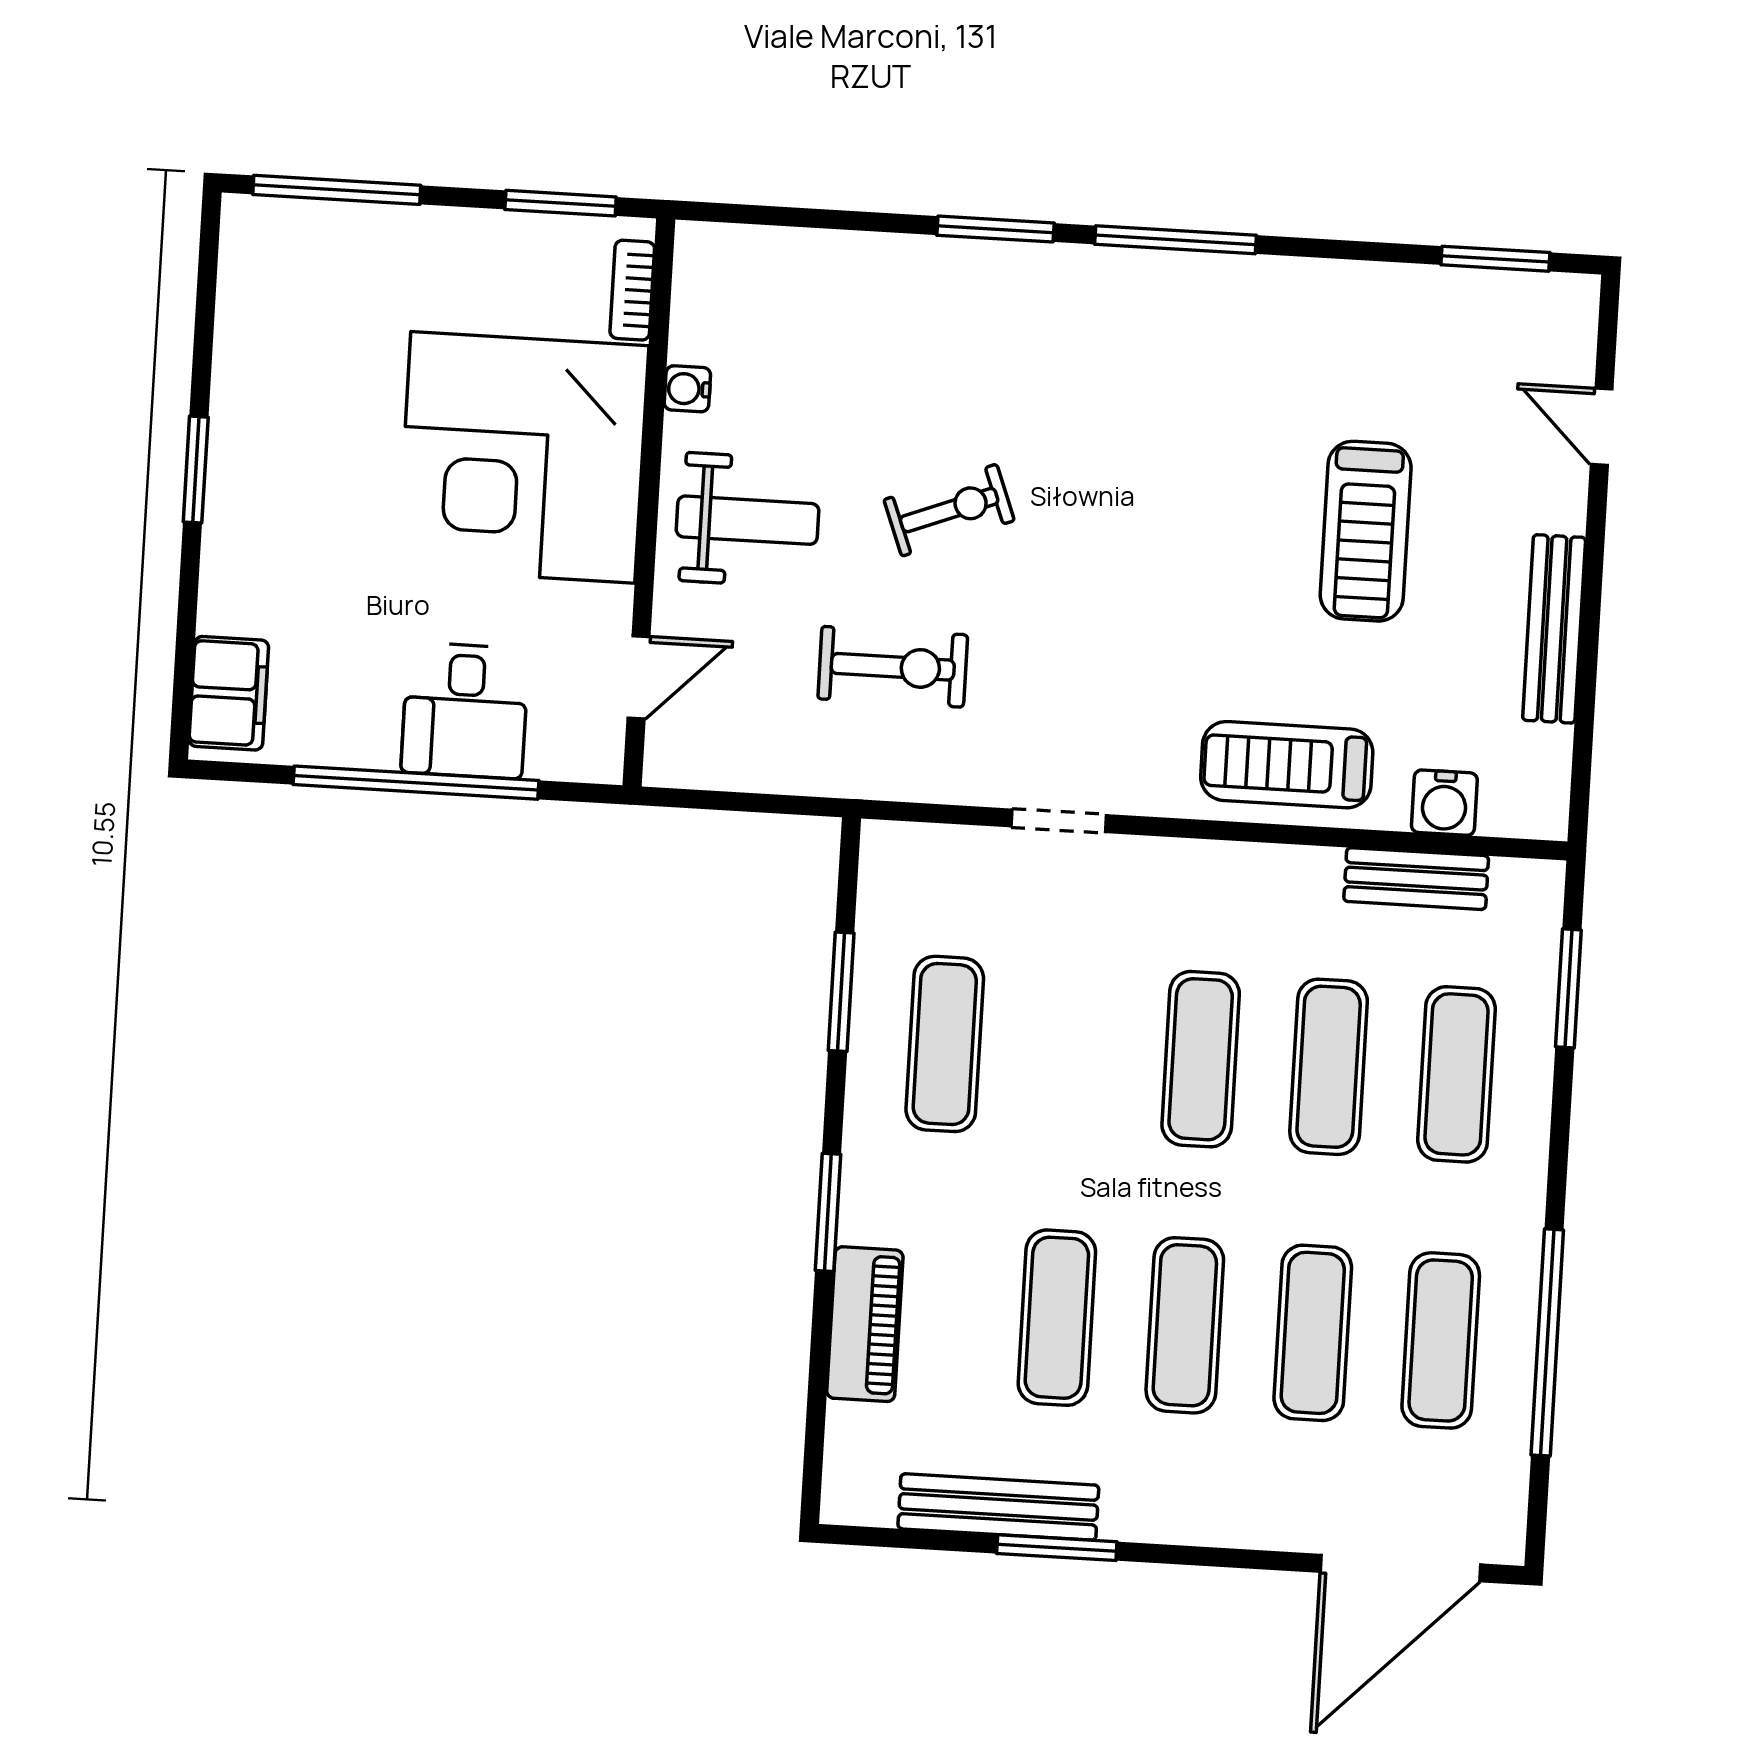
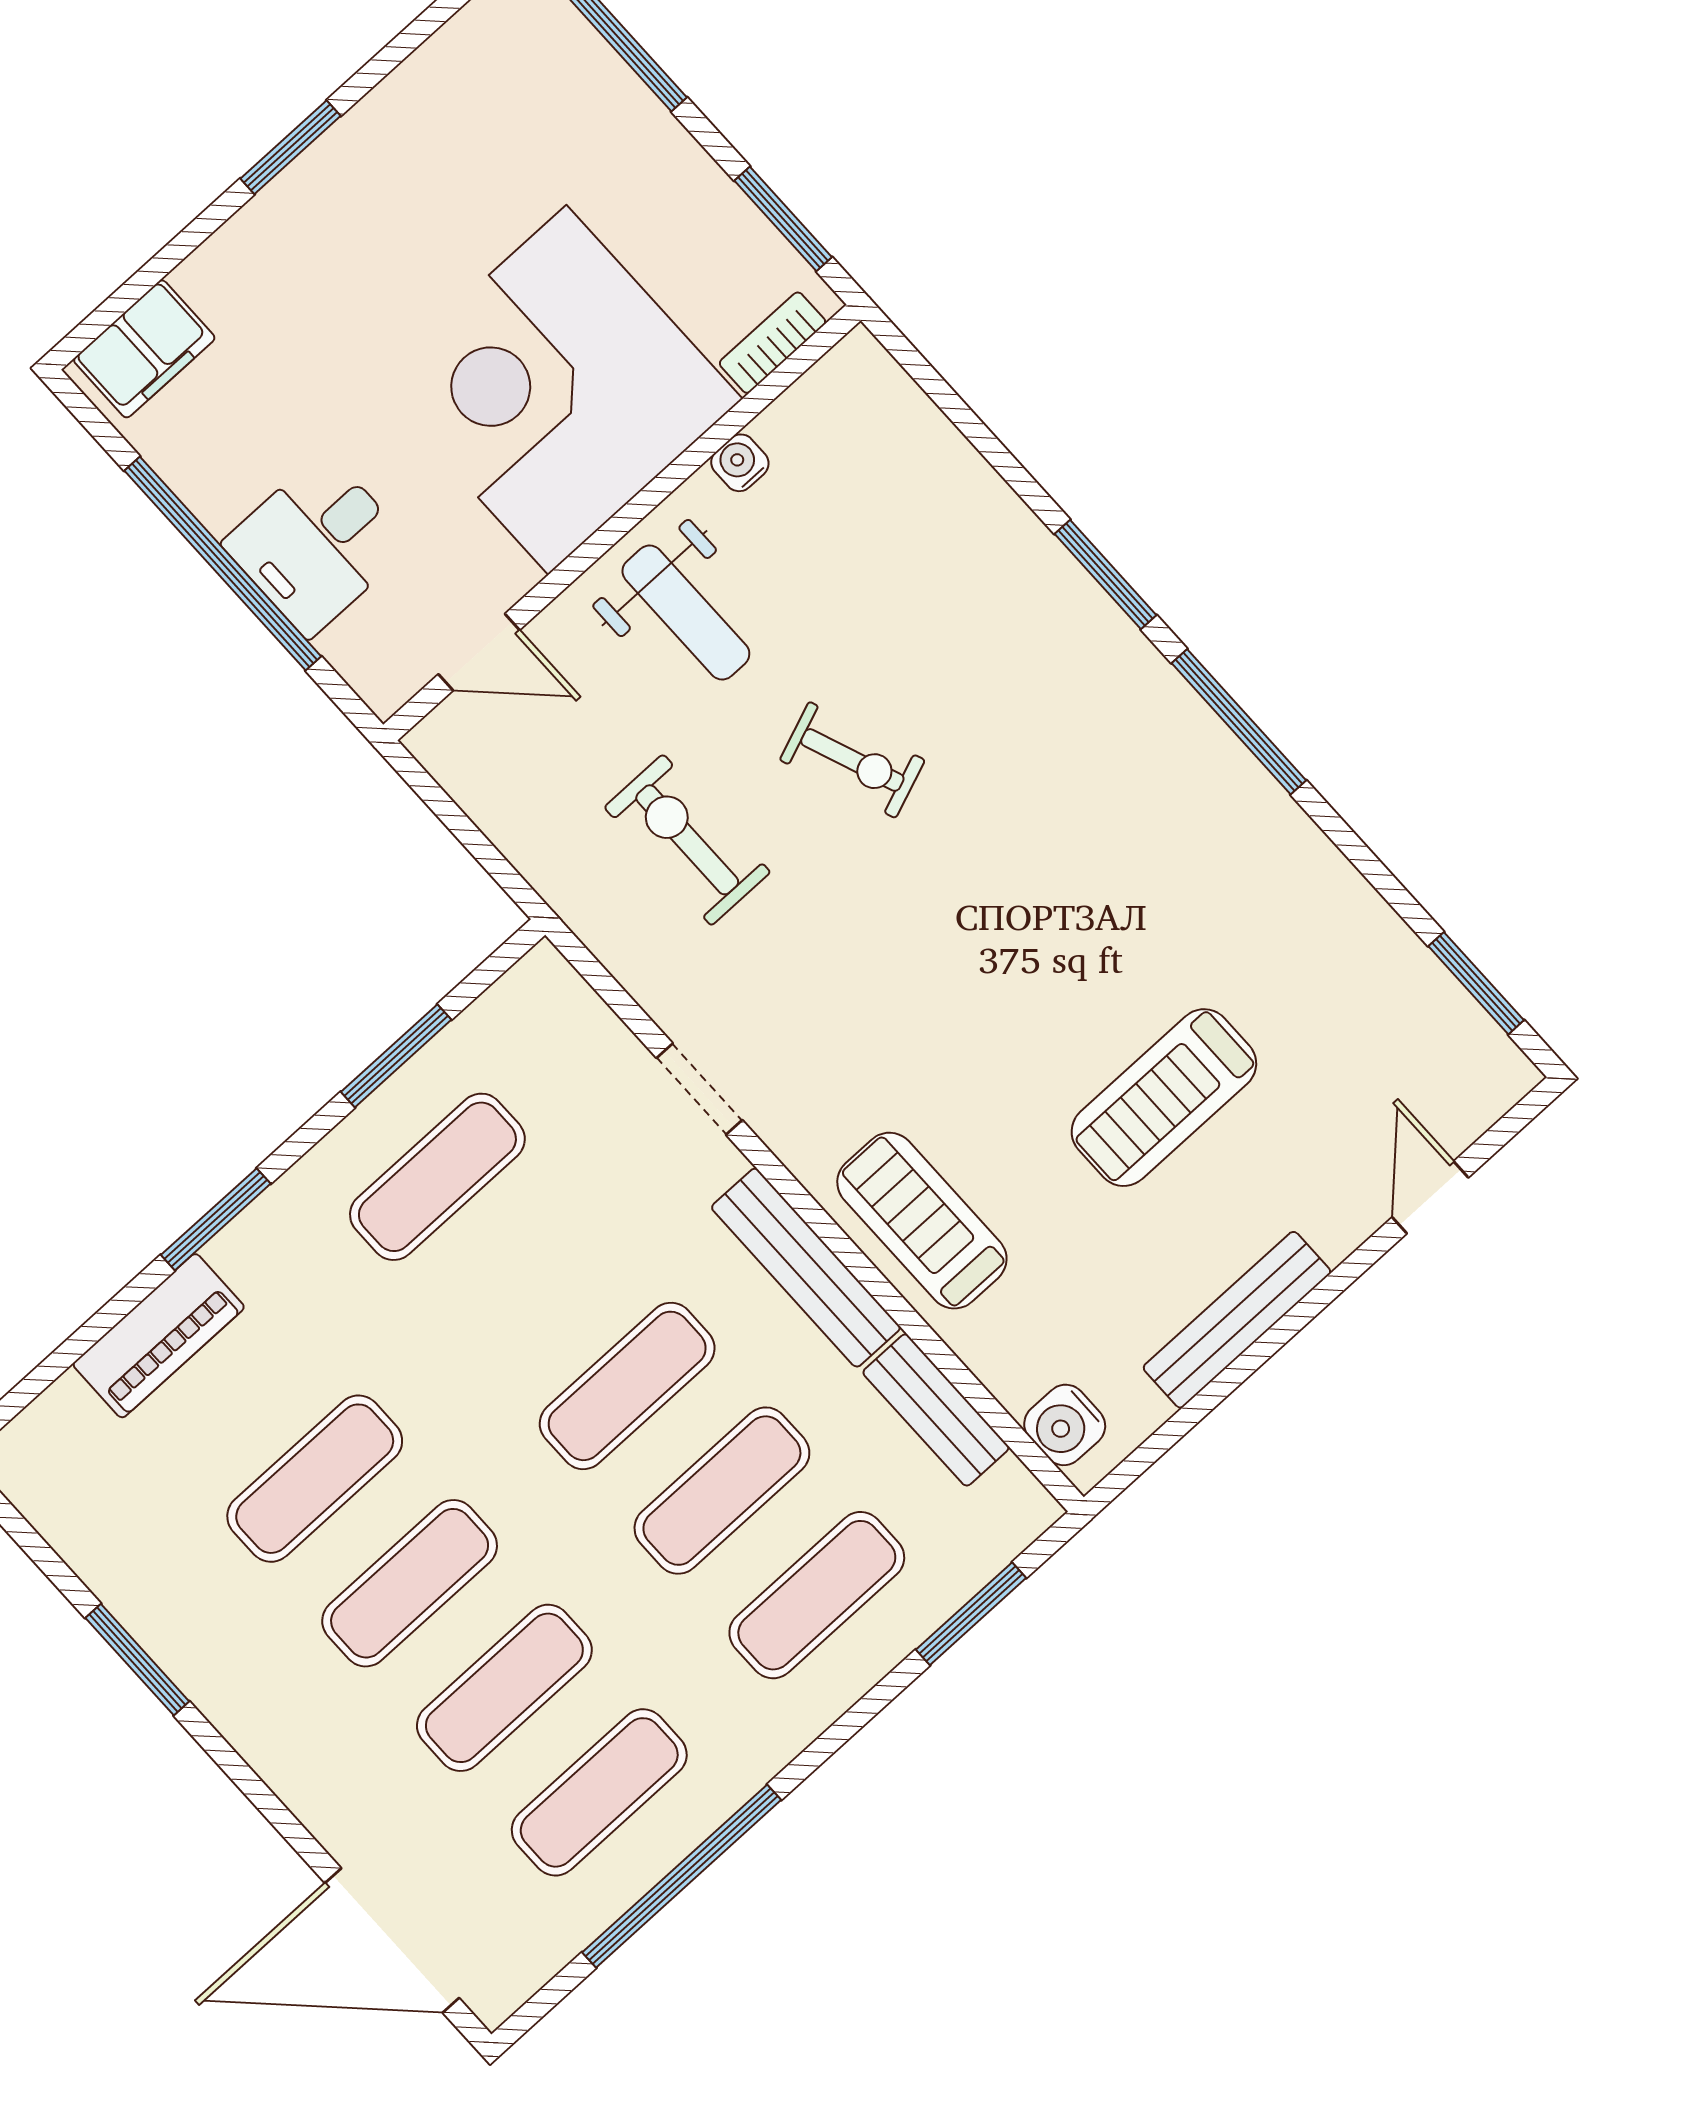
exercise bike: (893, 667) -> (687, 840), turned 180
water cooler: (1444, 803) -> (1065, 1425), moved
bench: (998, 1507) -> (806, 1268), moved

